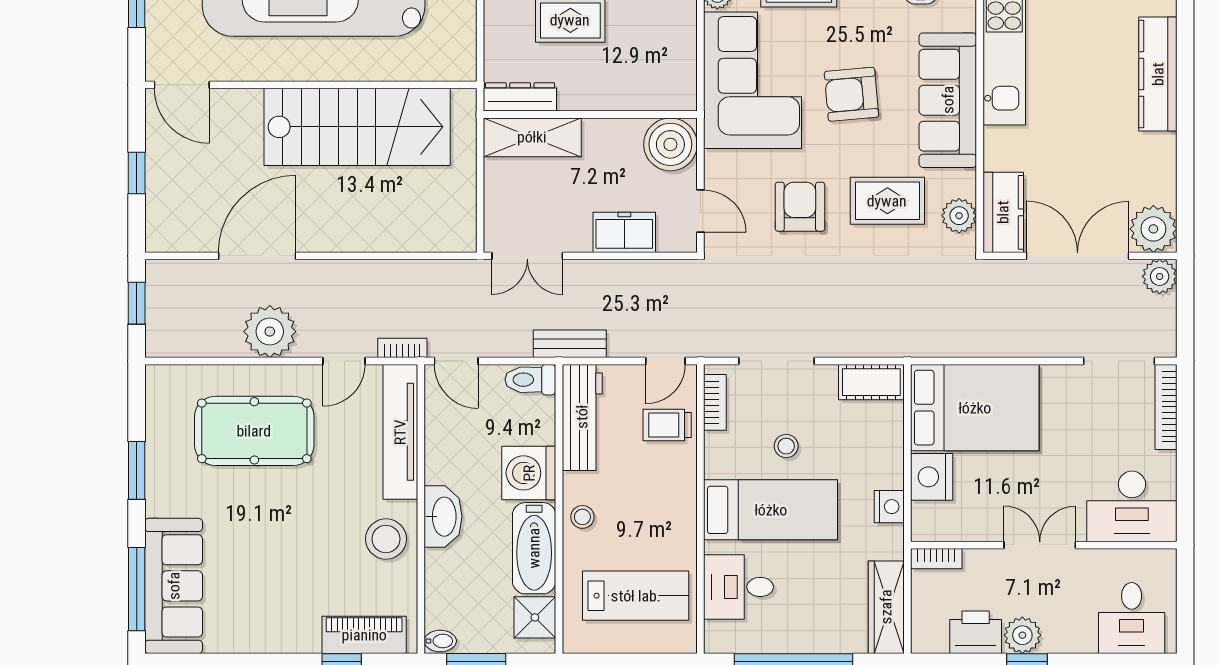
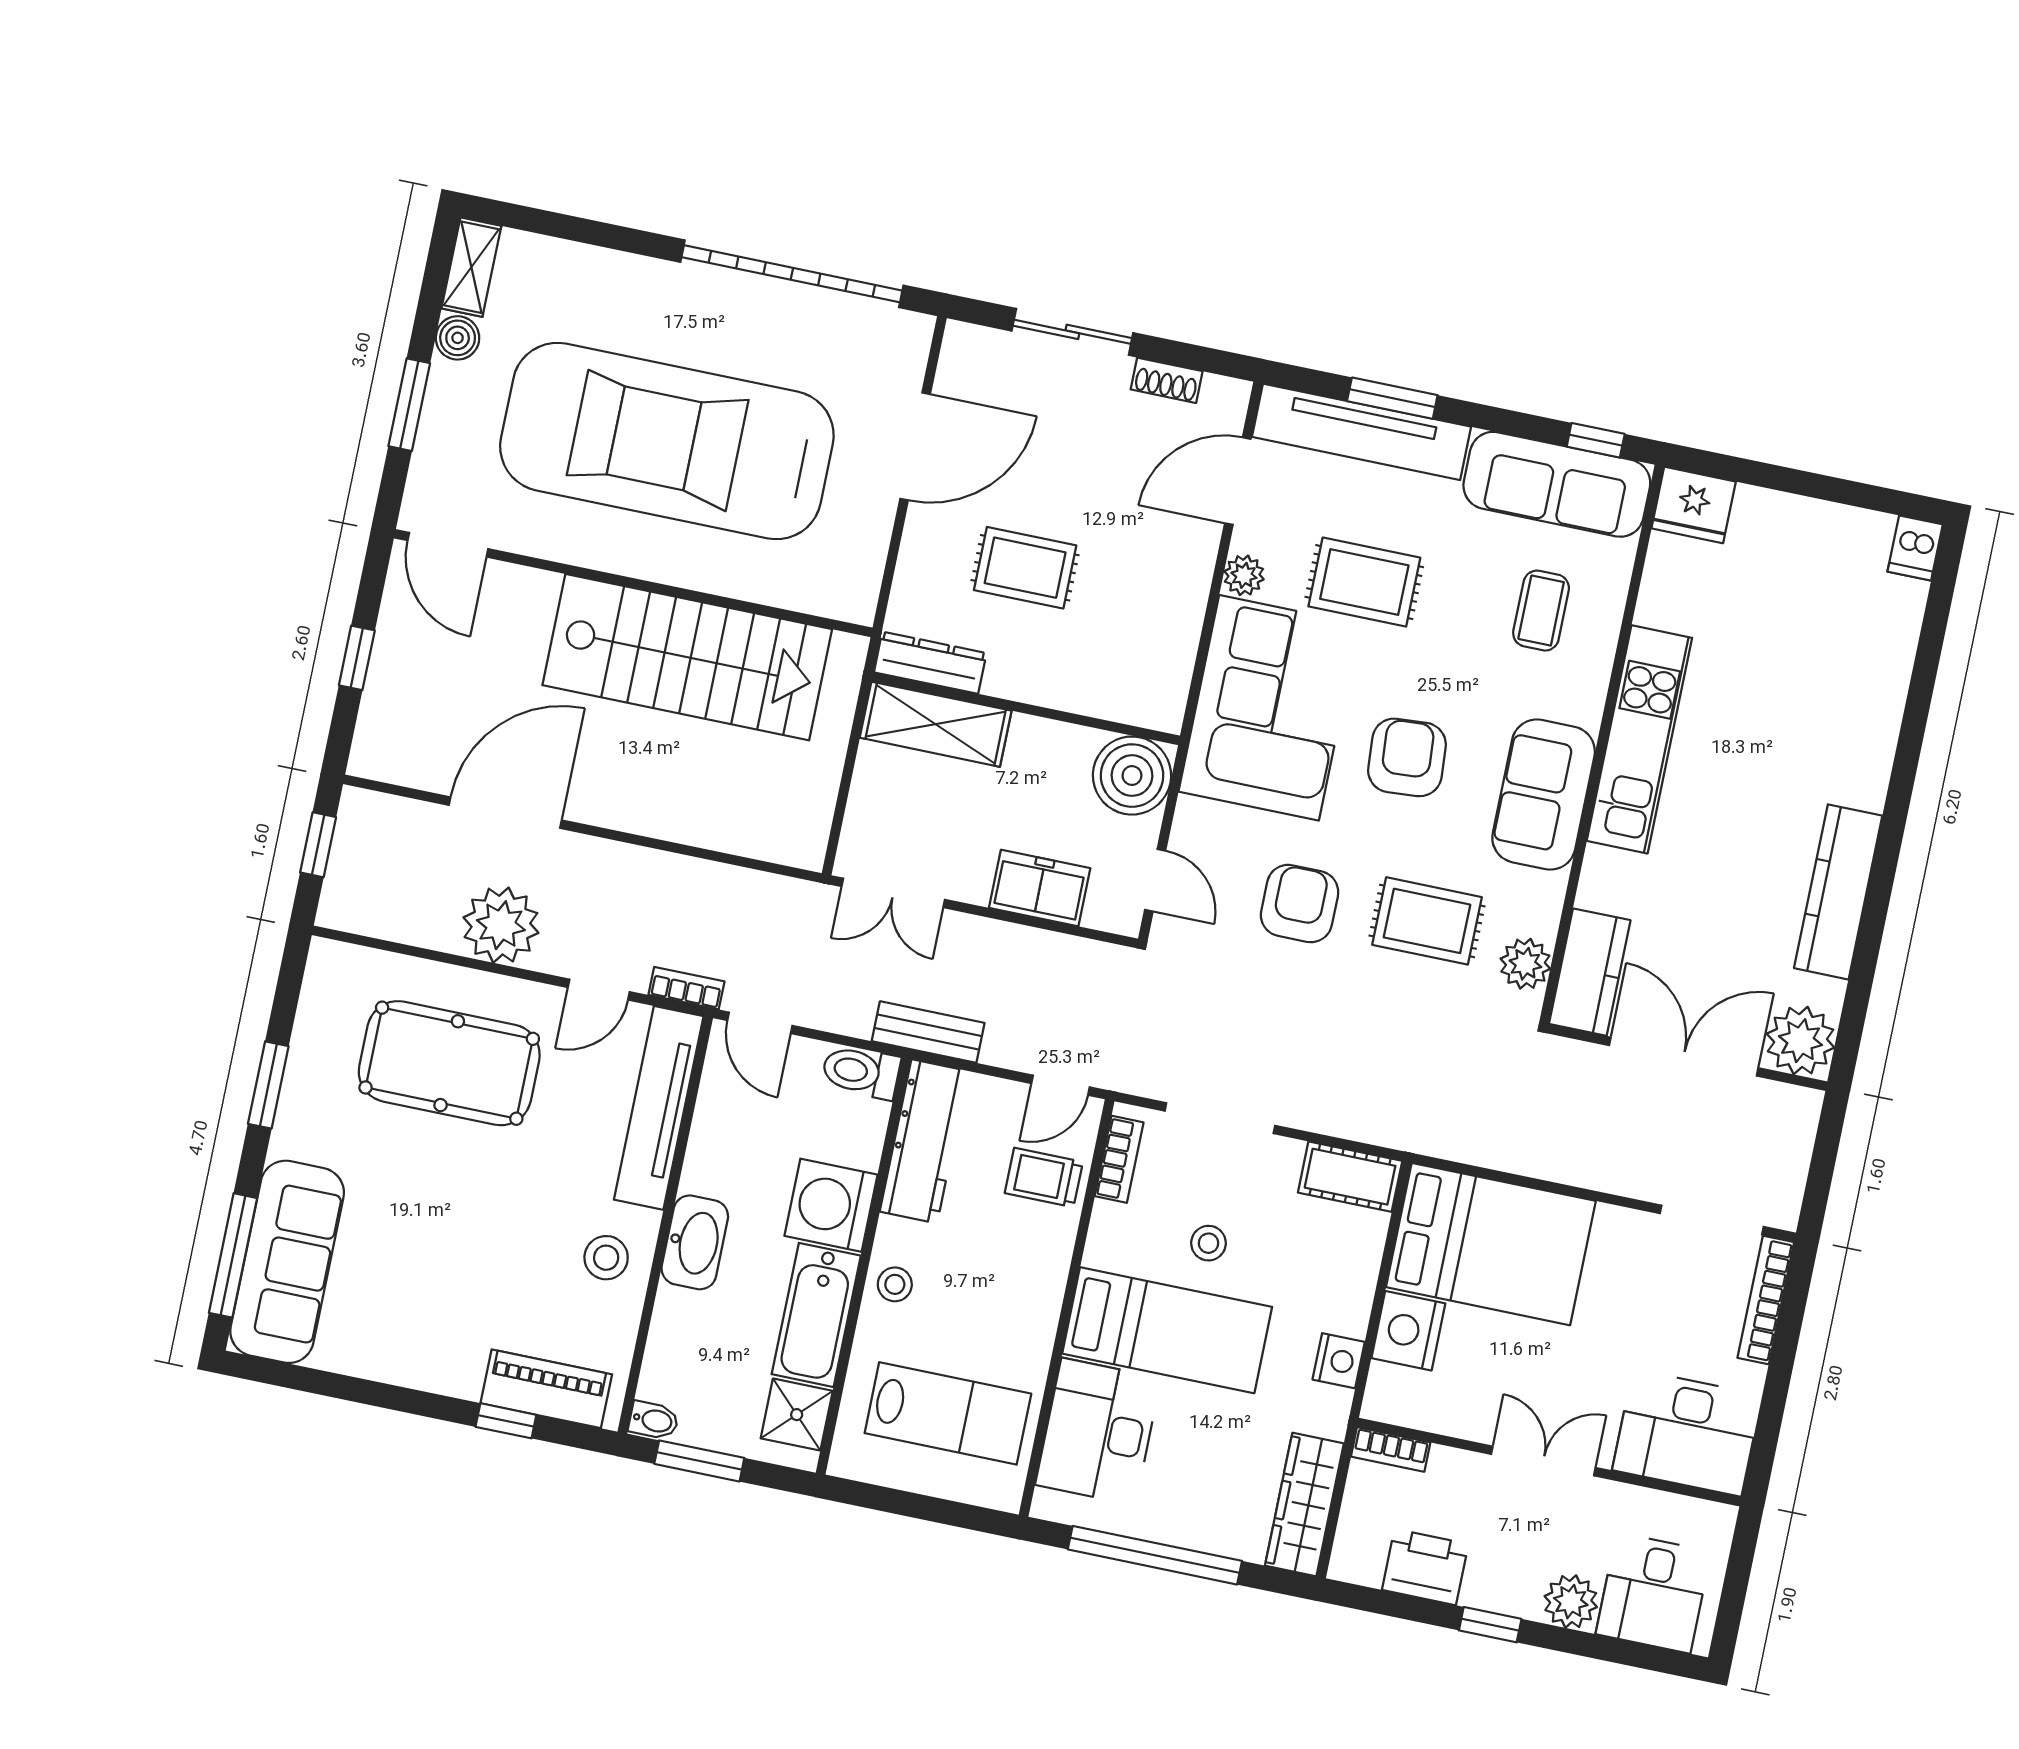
kitchen counter: (1158, 74) -> (1838, 892), moved
armchair: (851, 94) -> (1407, 757), turned 91
sofa: (948, 100) -> (1544, 795), width x0.73
plant: (1160, 276) -> (1795, 1111), removed
stool: (386, 539) -> (606, 1258), width x0.73, depth x0.73
desk: (739, 587) -> (1098, 1431), width x1.37
plant: (1022, 635) -> (1571, 1602), moved

